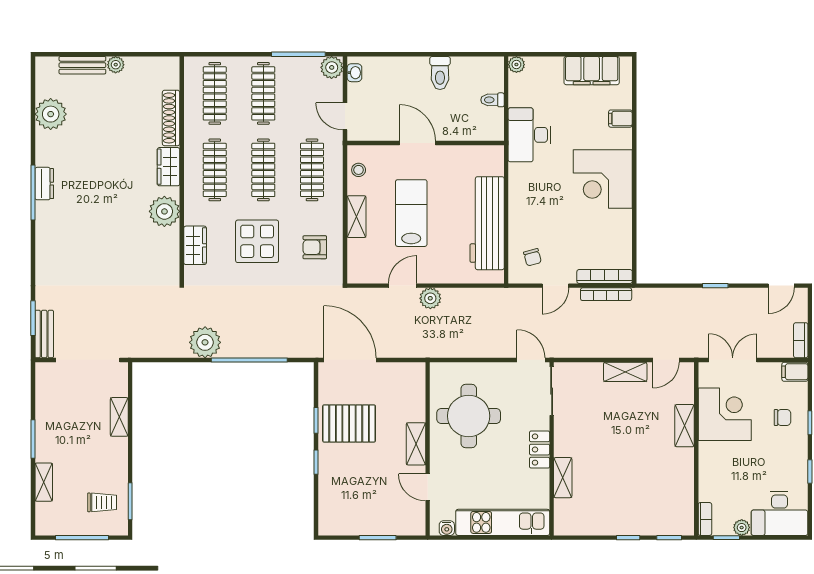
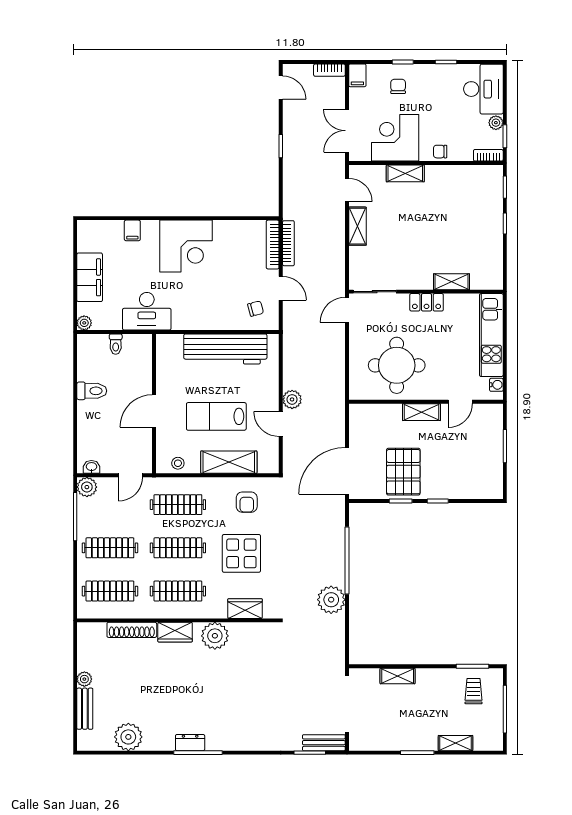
filing cabinet: (592, 71) -> (90, 277), moved
shelving: (357, 217) -> (229, 462), width x1.50, depth x1.33
chair: (709, 465) -> (440, 152), added

